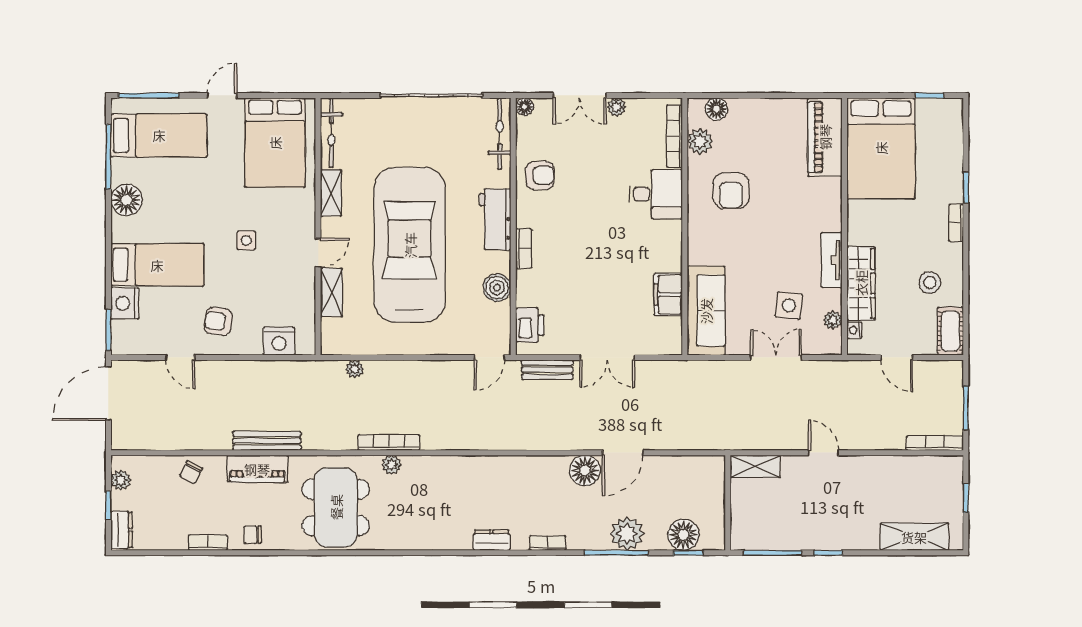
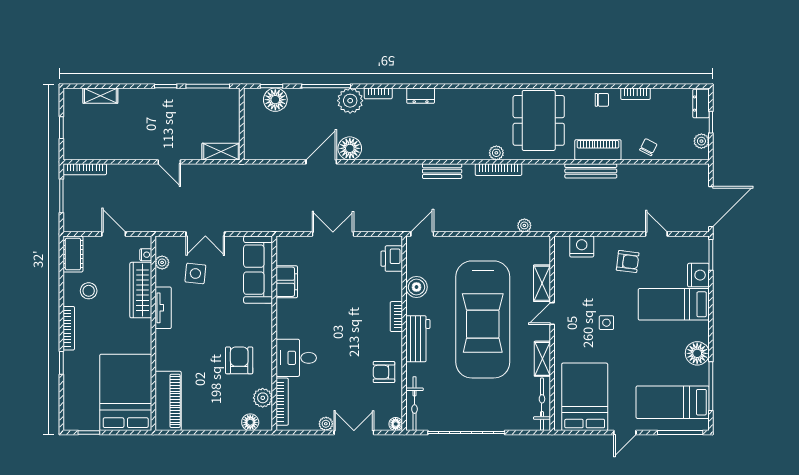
bookcase: (956, 223) -> (69, 328), width x1.56
bench: (547, 370) -> (442, 171), moved
plant: (627, 534) -> (350, 101), moved
shelving: (914, 537) -> (100, 96), width x0.67, depth x0.75

